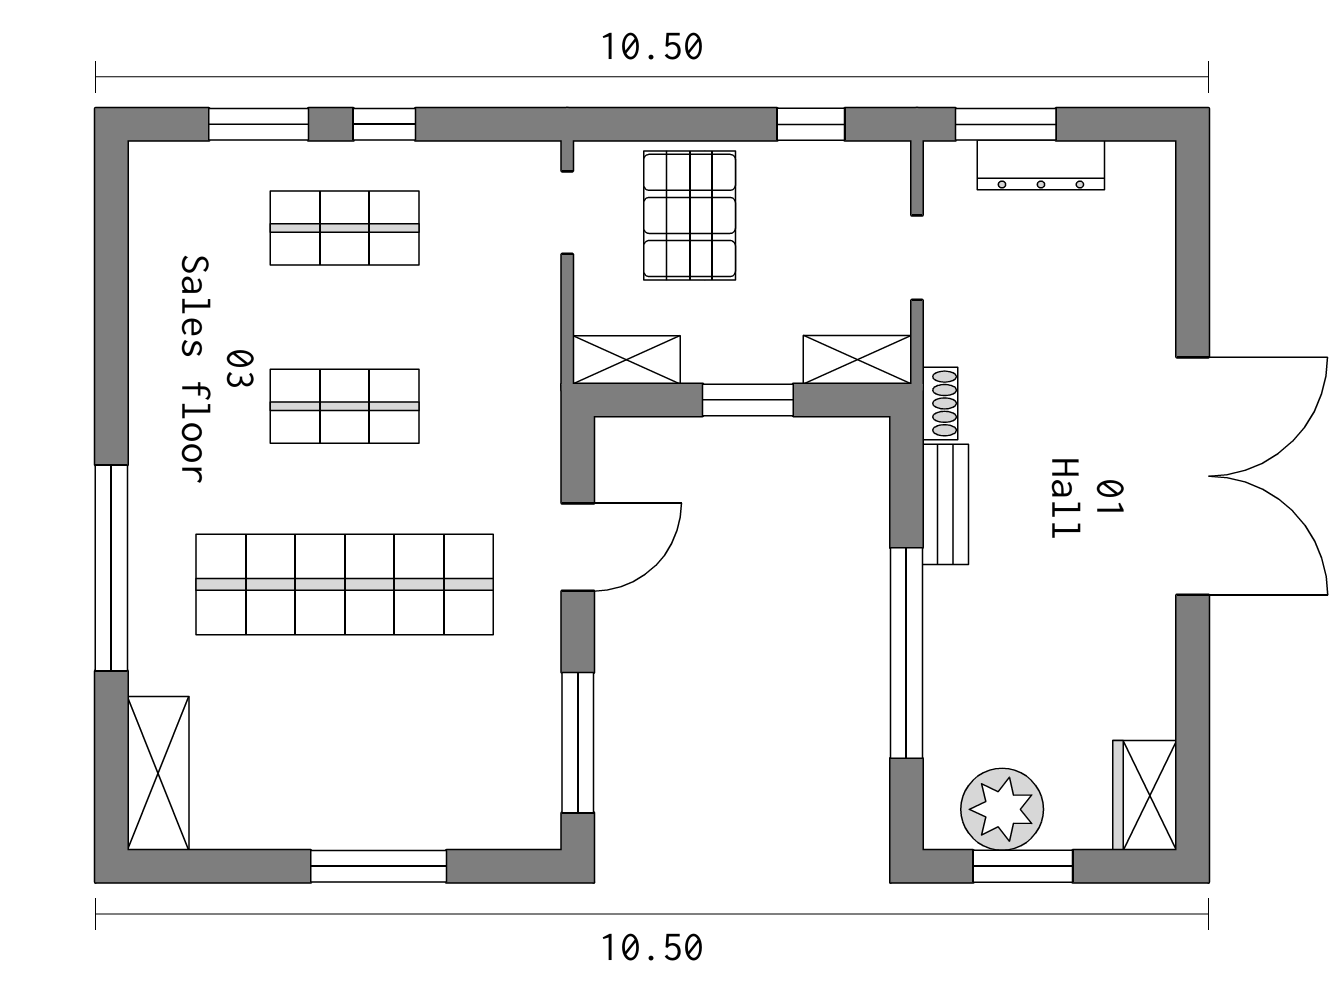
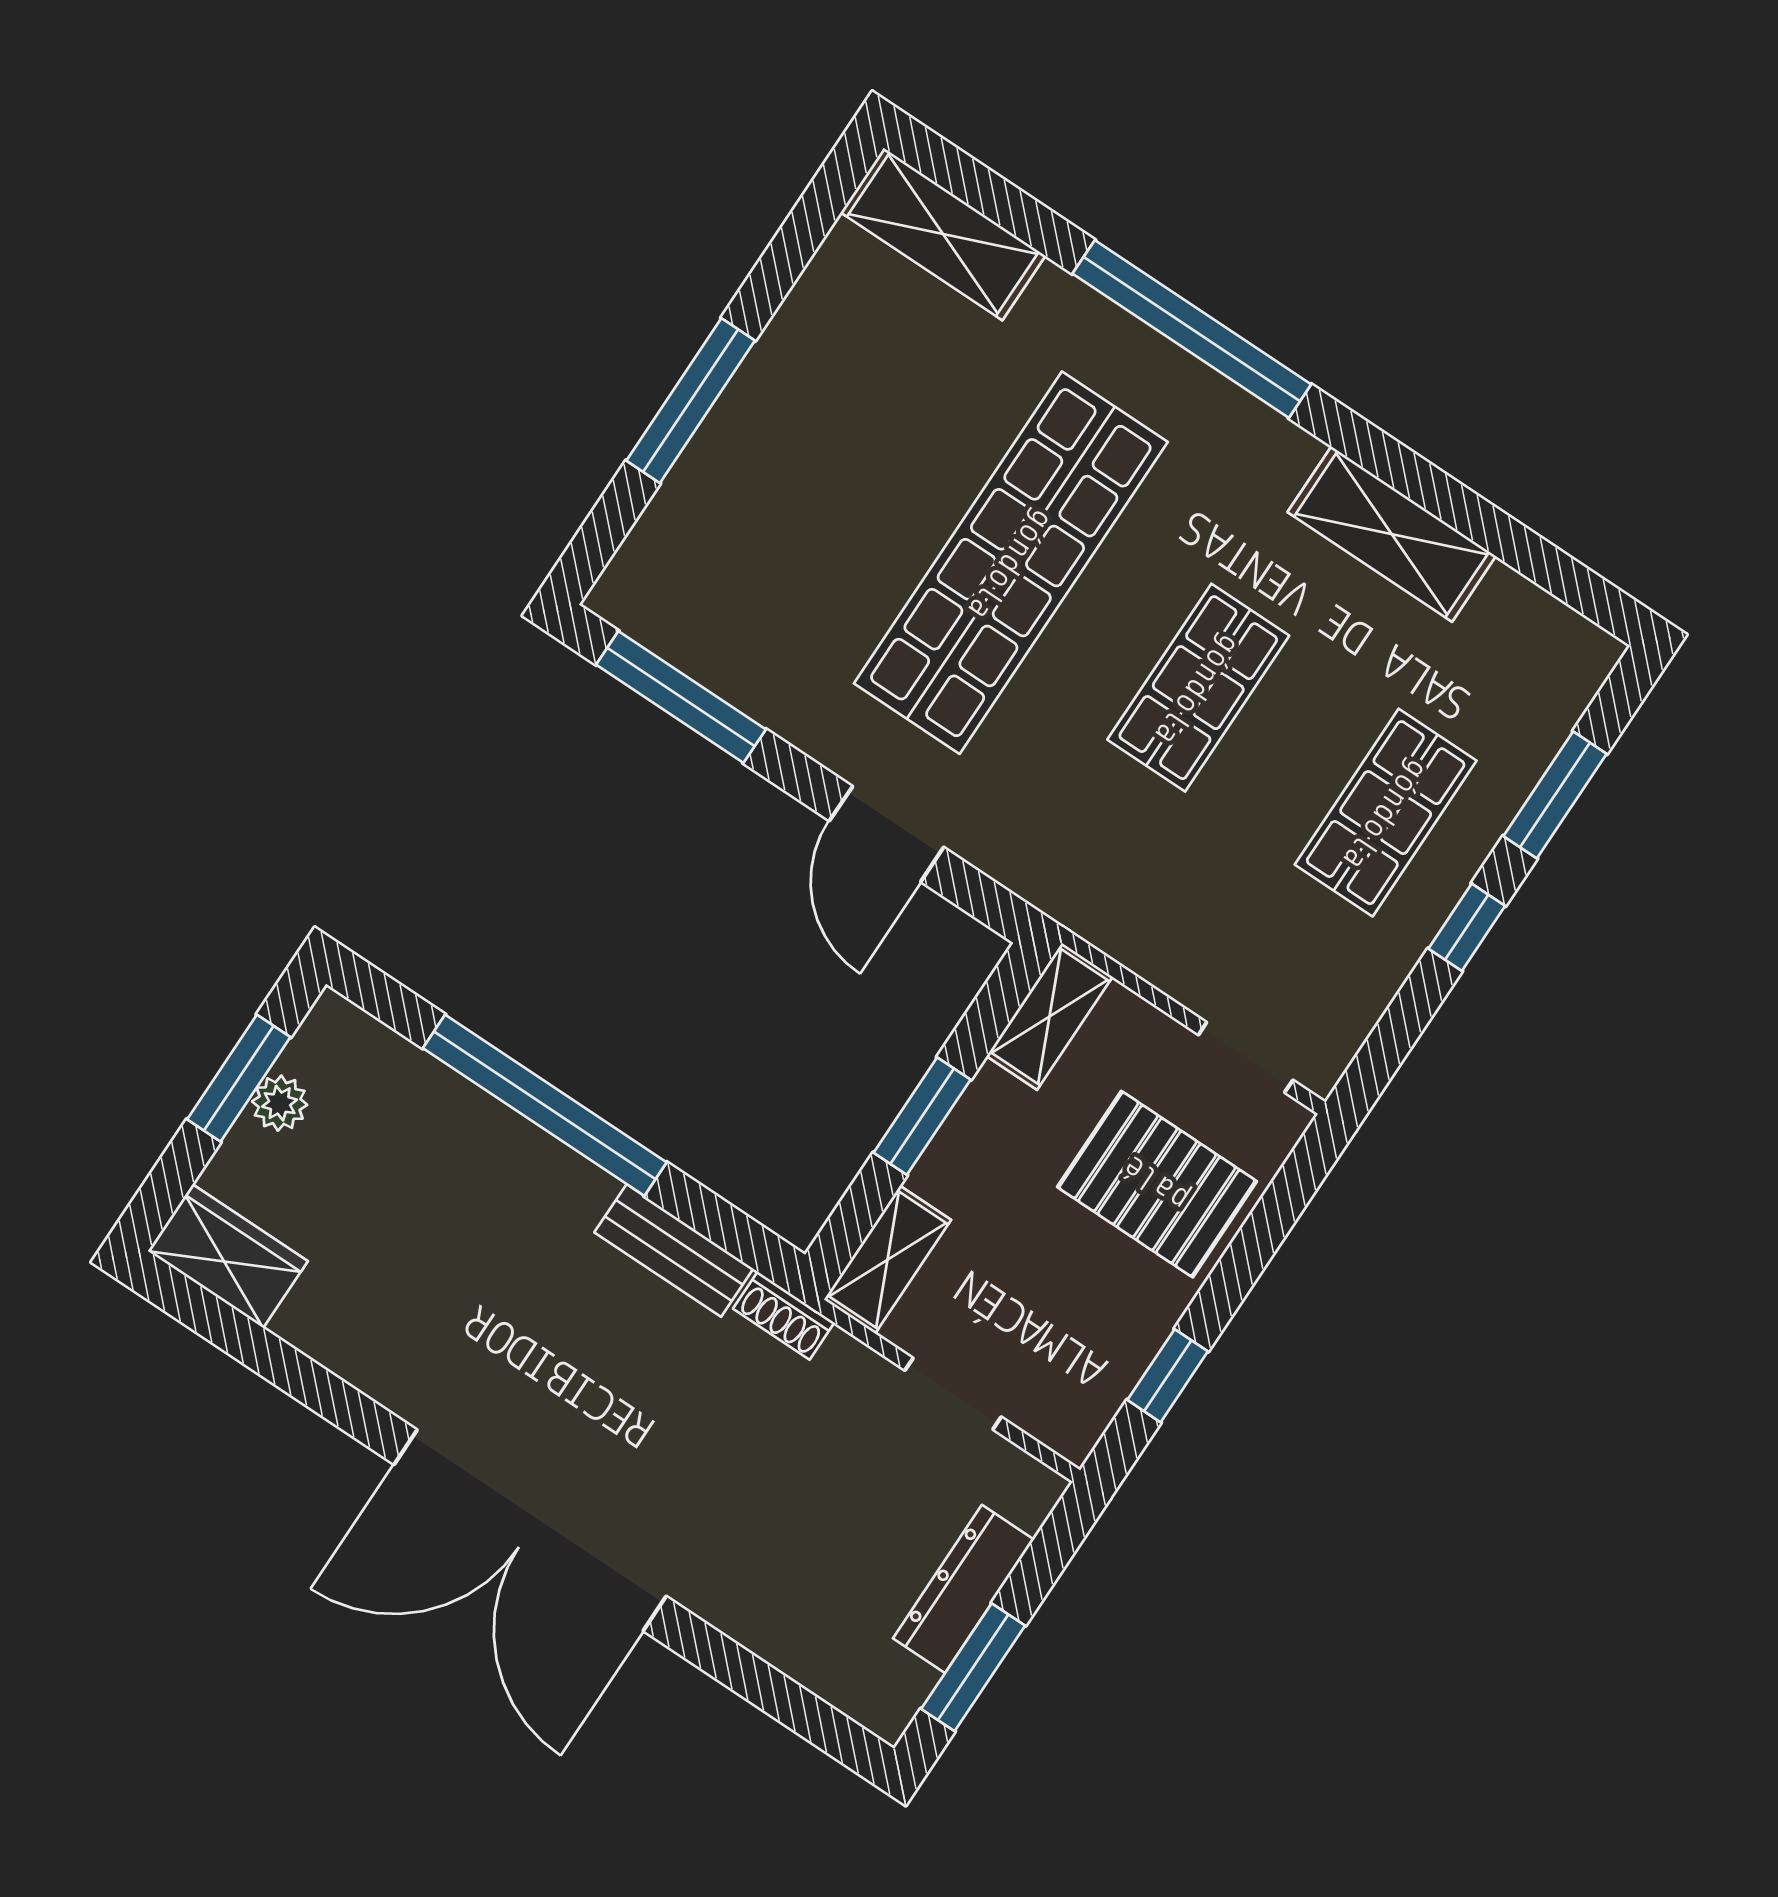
window: (1006, 124) -> (973, 1667), moved
shelving: (159, 346) -> (1392, 534), added
plant: (1002, 809) -> (280, 1103), width x0.53, depth x0.53

